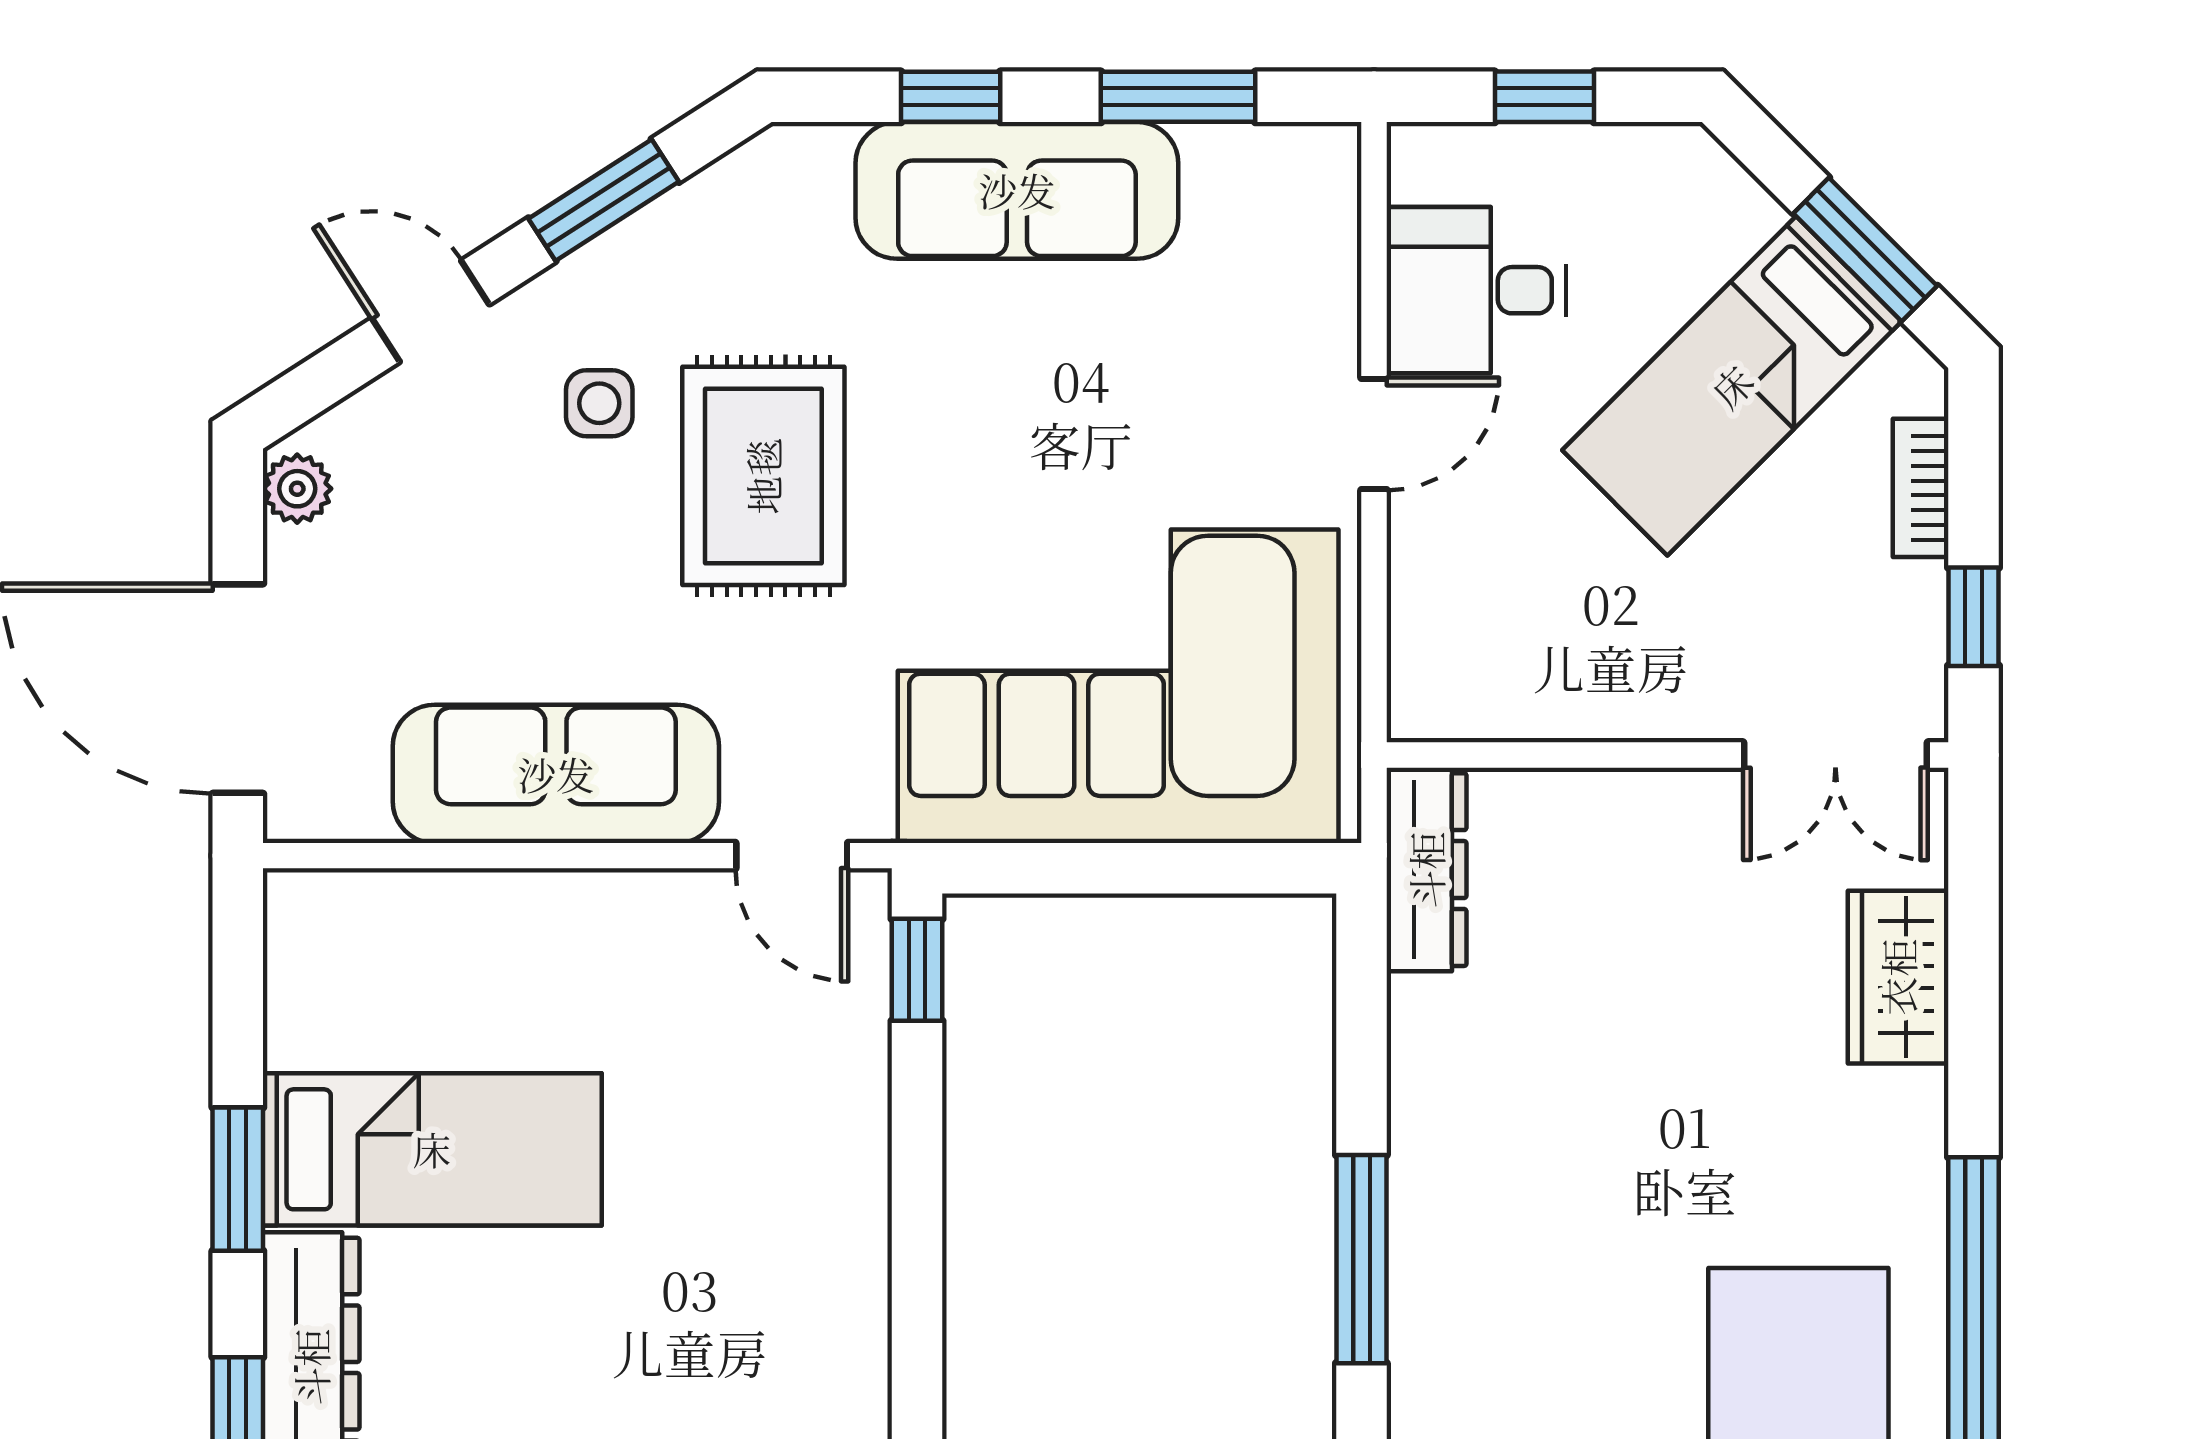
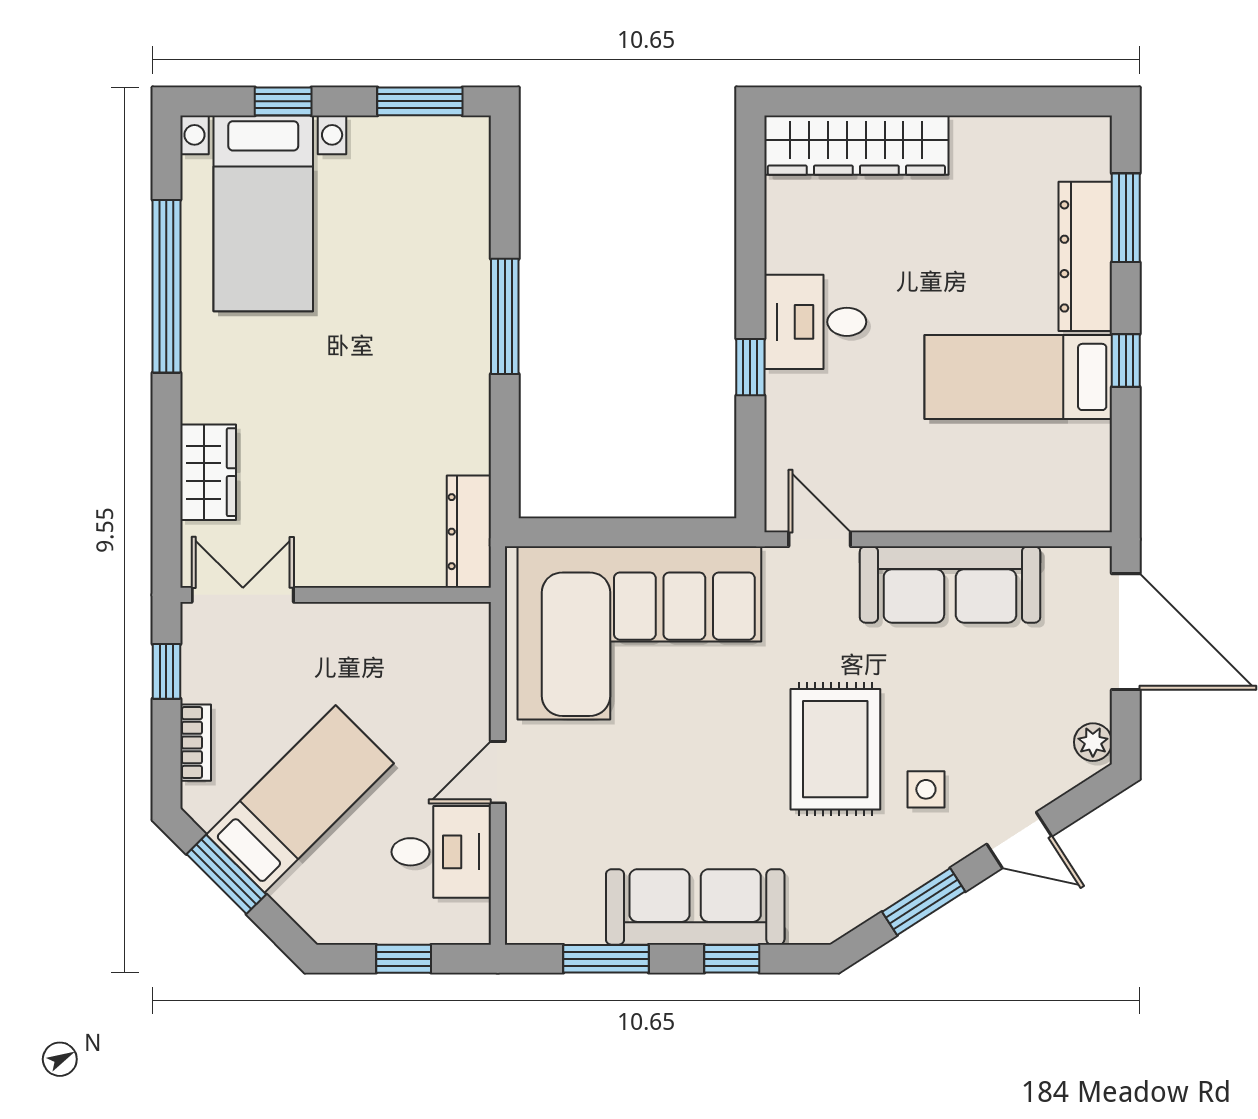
window: (917, 970) -> (750, 367), moved
window: (238, 1179) -> (1126, 360), width x0.67
desk: (800, 1249) -> (815, 322), added

